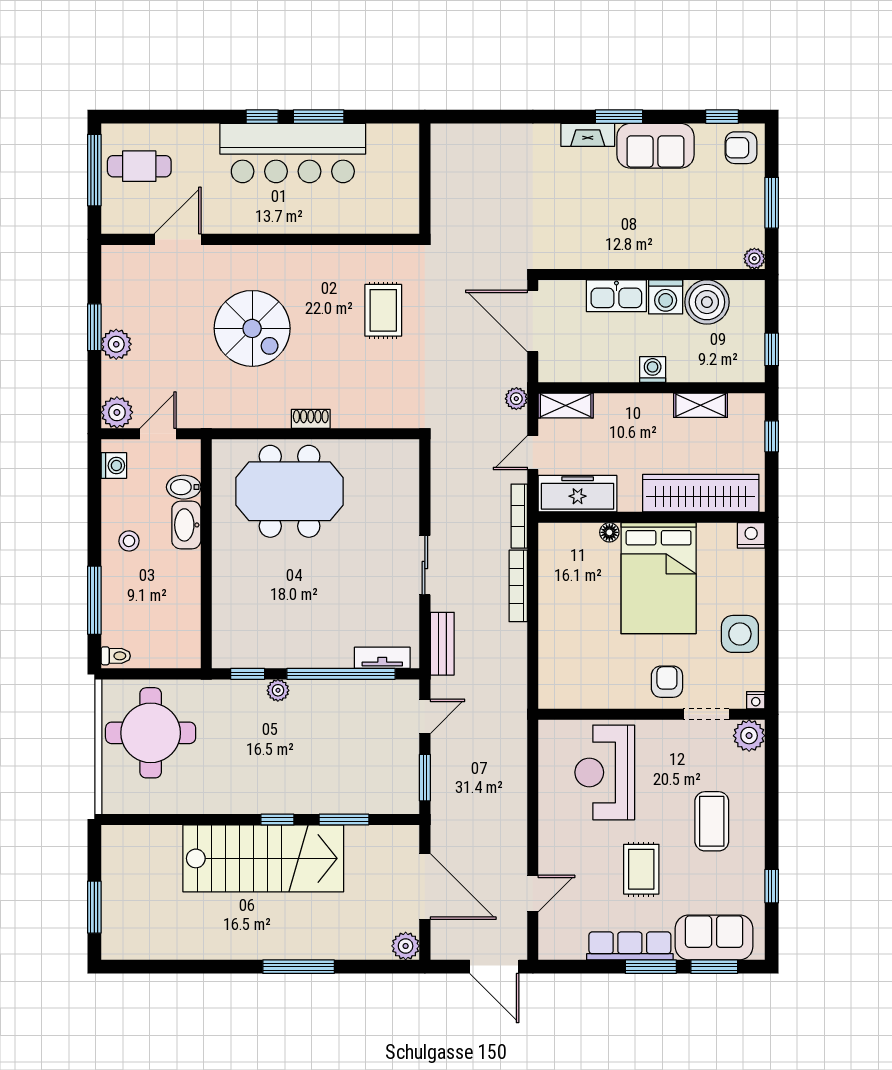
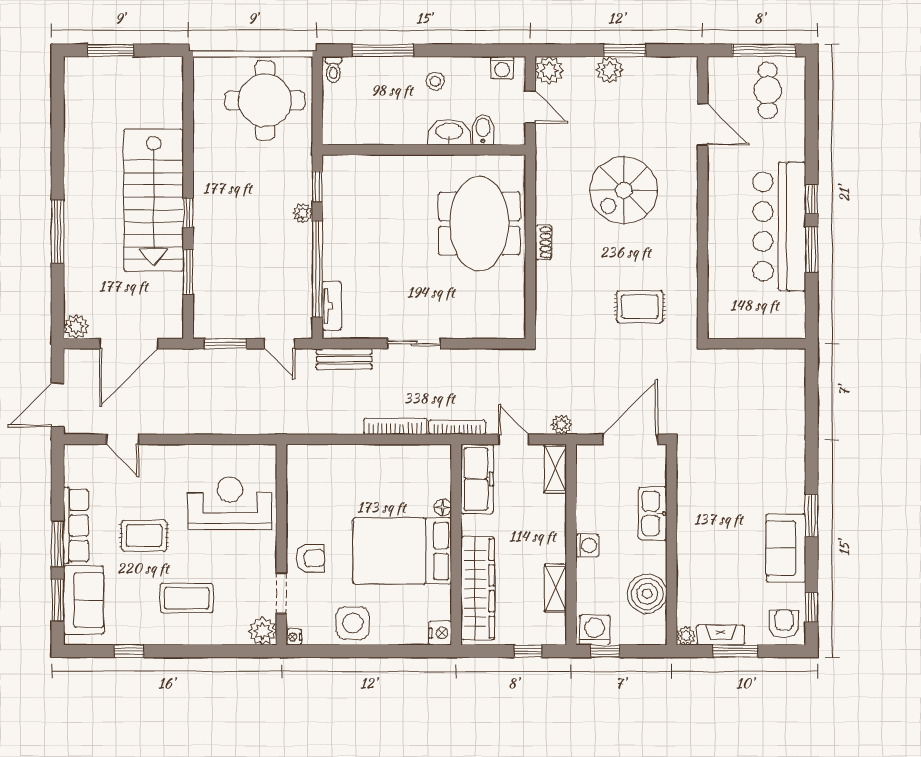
fireplace: (588, 135) -> (721, 635), moved, turned 90
washing machine: (666, 297) -> (595, 630), moved, turned 90

